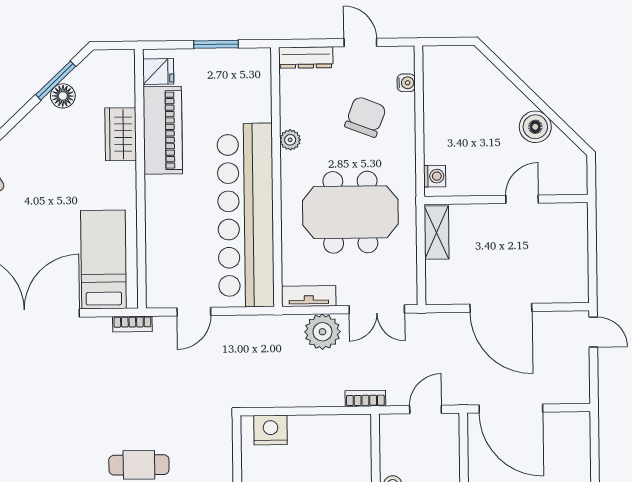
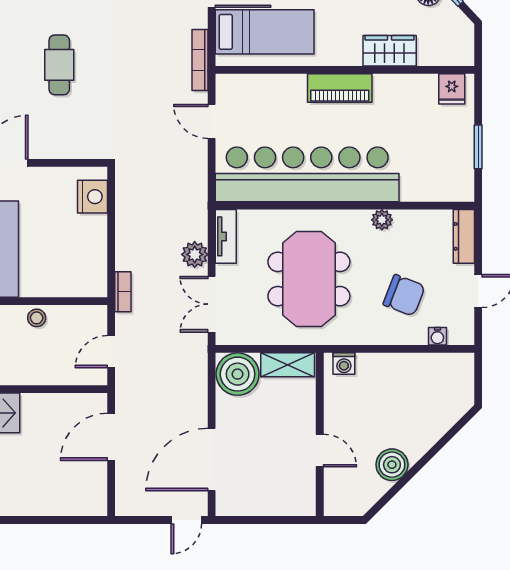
piano: (163, 130) -> (340, 88), moved, width x0.73, depth x0.75
boiler: (446, 283) -> (238, 374), added
door: (501, 308) -> (212, 459), moved
bookcase: (132, 324) -> (200, 60), width x1.56
plant: (322, 332) -> (195, 254), width x0.73, depth x0.73
door: (511, 408) -> (111, 437), width x0.73
door: (426, 410) -> (111, 352), swing flipped

